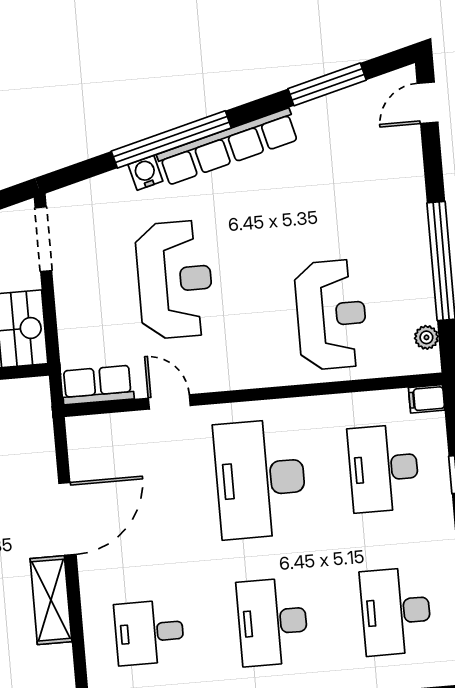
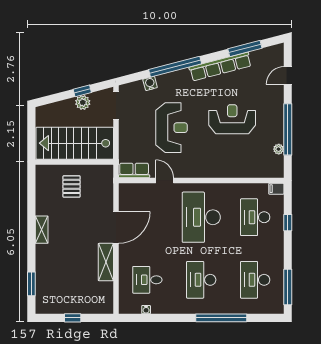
door: (428, 103) -> (288, 75), moved
row of seats: (228, 147) -> (220, 67), moved
water cooler: (145, 173) -> (150, 83), moved
reception desk: (331, 315) -> (232, 119), moved, turned -90
plant: (426, 337) -> (279, 149), moved

